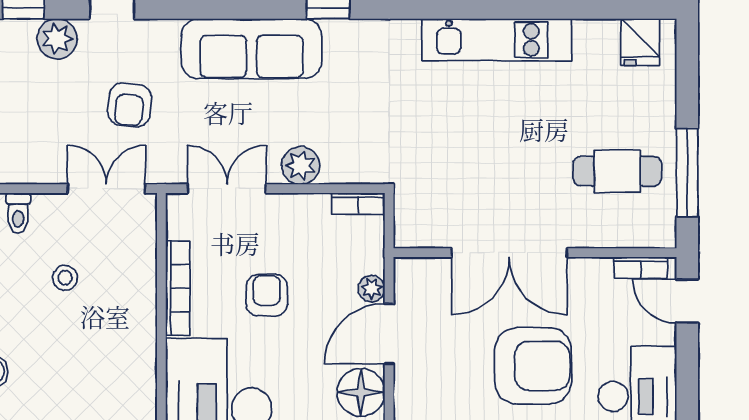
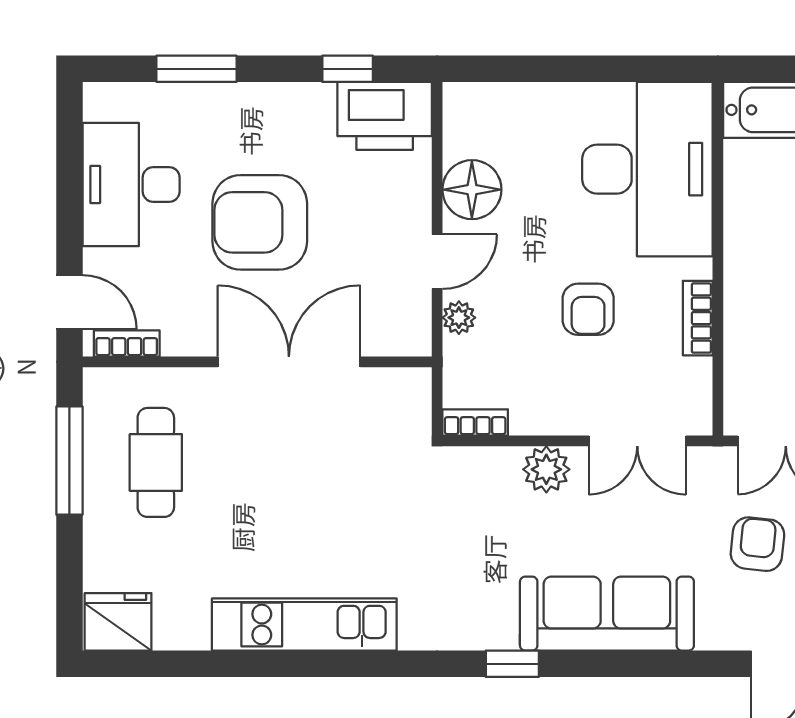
fridge: (640, 42) -> (118, 622), width x1.38
cafe table: (617, 171) -> (156, 462), turned 90
bookcase: (178, 288) -> (698, 318), width x0.64
door: (389, 334) -> (437, 262), width x0.73

